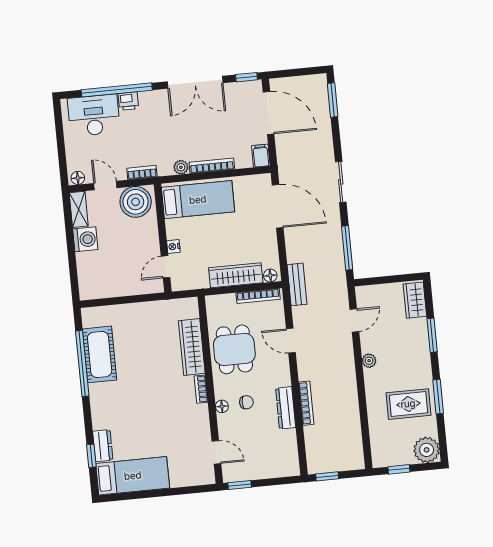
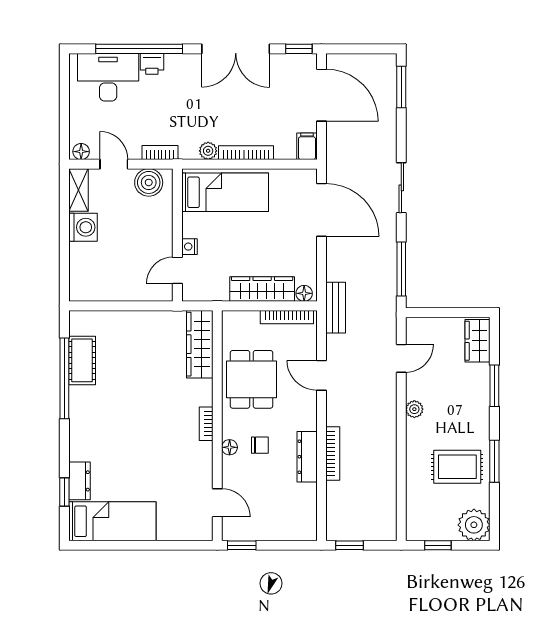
boiler: (136, 202) -> (149, 182), width x0.73, depth x0.73
wardrobe: (192, 347) -> (200, 344), moved
cot: (100, 354) -> (82, 360), width x0.73, depth x0.75

